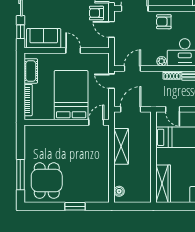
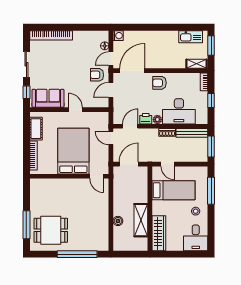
door: (112, 29) -> (111, 90), hinge flipped
printer: (149, 60) -> (146, 119), added
door: (96, 122) -> (97, 176), swing flipped
shelving: (121, 146) -> (141, 220), moved
dining table: (47, 181) -> (51, 230), turned 90
boiler: (119, 191) -> (118, 221), moved
window: (75, 206) -> (77, 254), width x2.11

